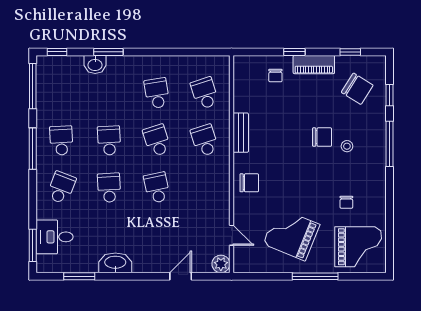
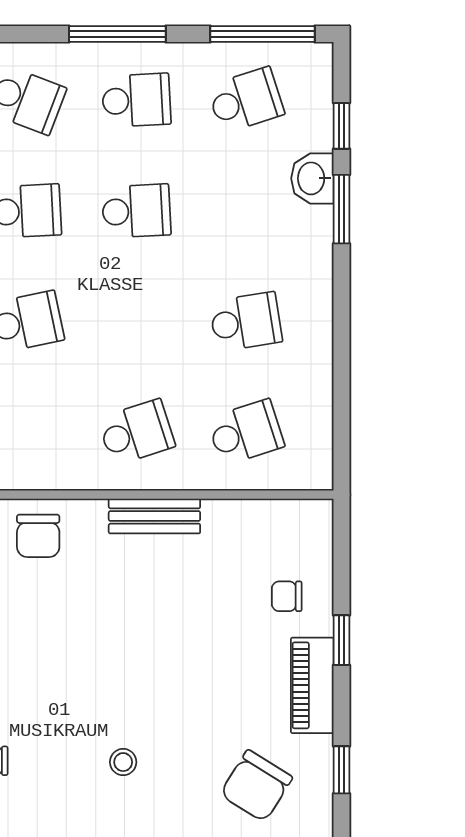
window: (57, 52) -> (341, 126), moved
chair: (322, 137) -> (144, 704), removed
school desk: (157, 140) -> (246, 100), moved

